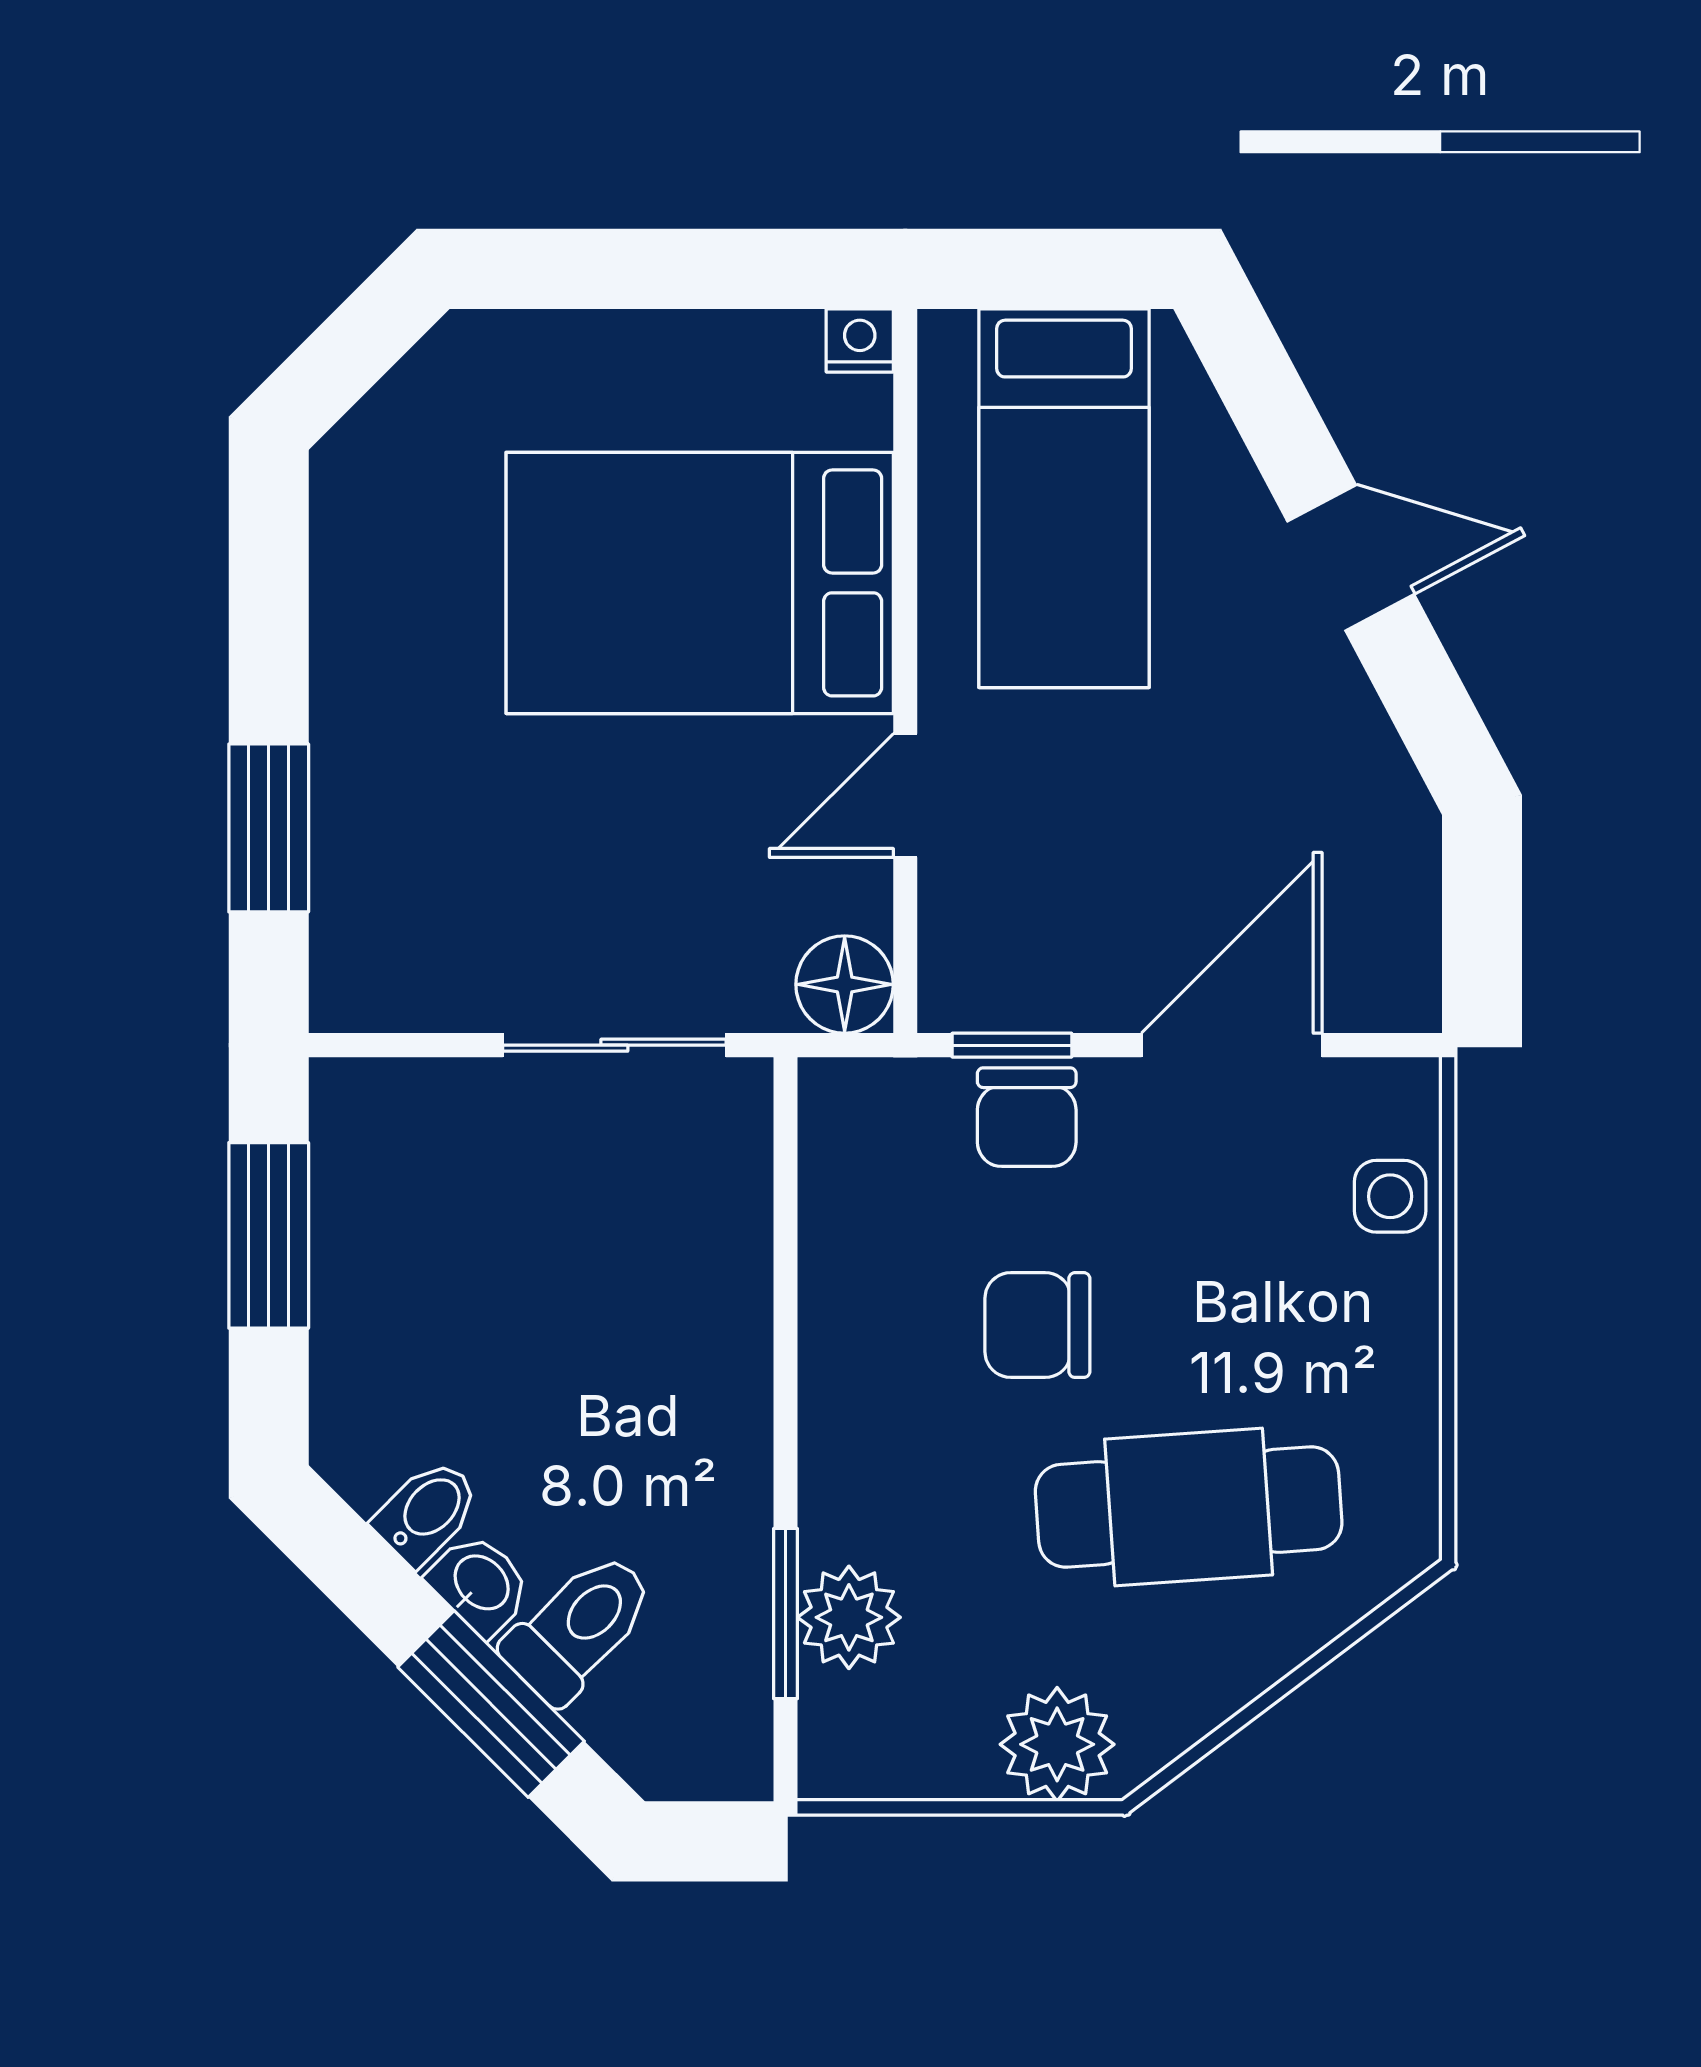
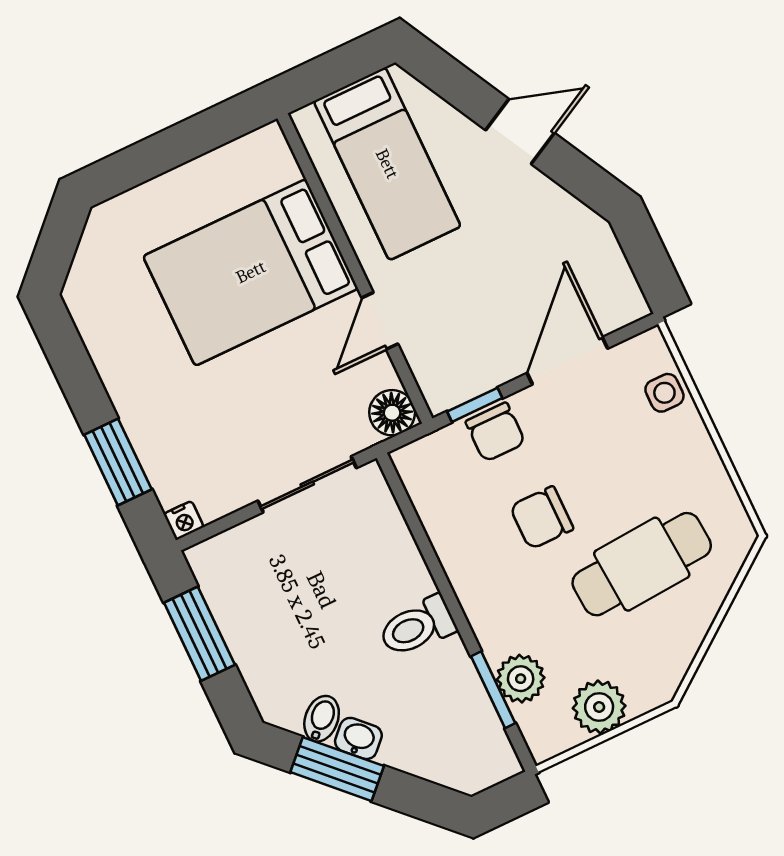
nightstand: (860, 340) -> (184, 520), moved, turned 180
toilet: (579, 1627) -> (417, 626), moved, turned -135
window: (491, 1704) -> (337, 769), moved
plant: (1057, 1744) -> (599, 707), moved

